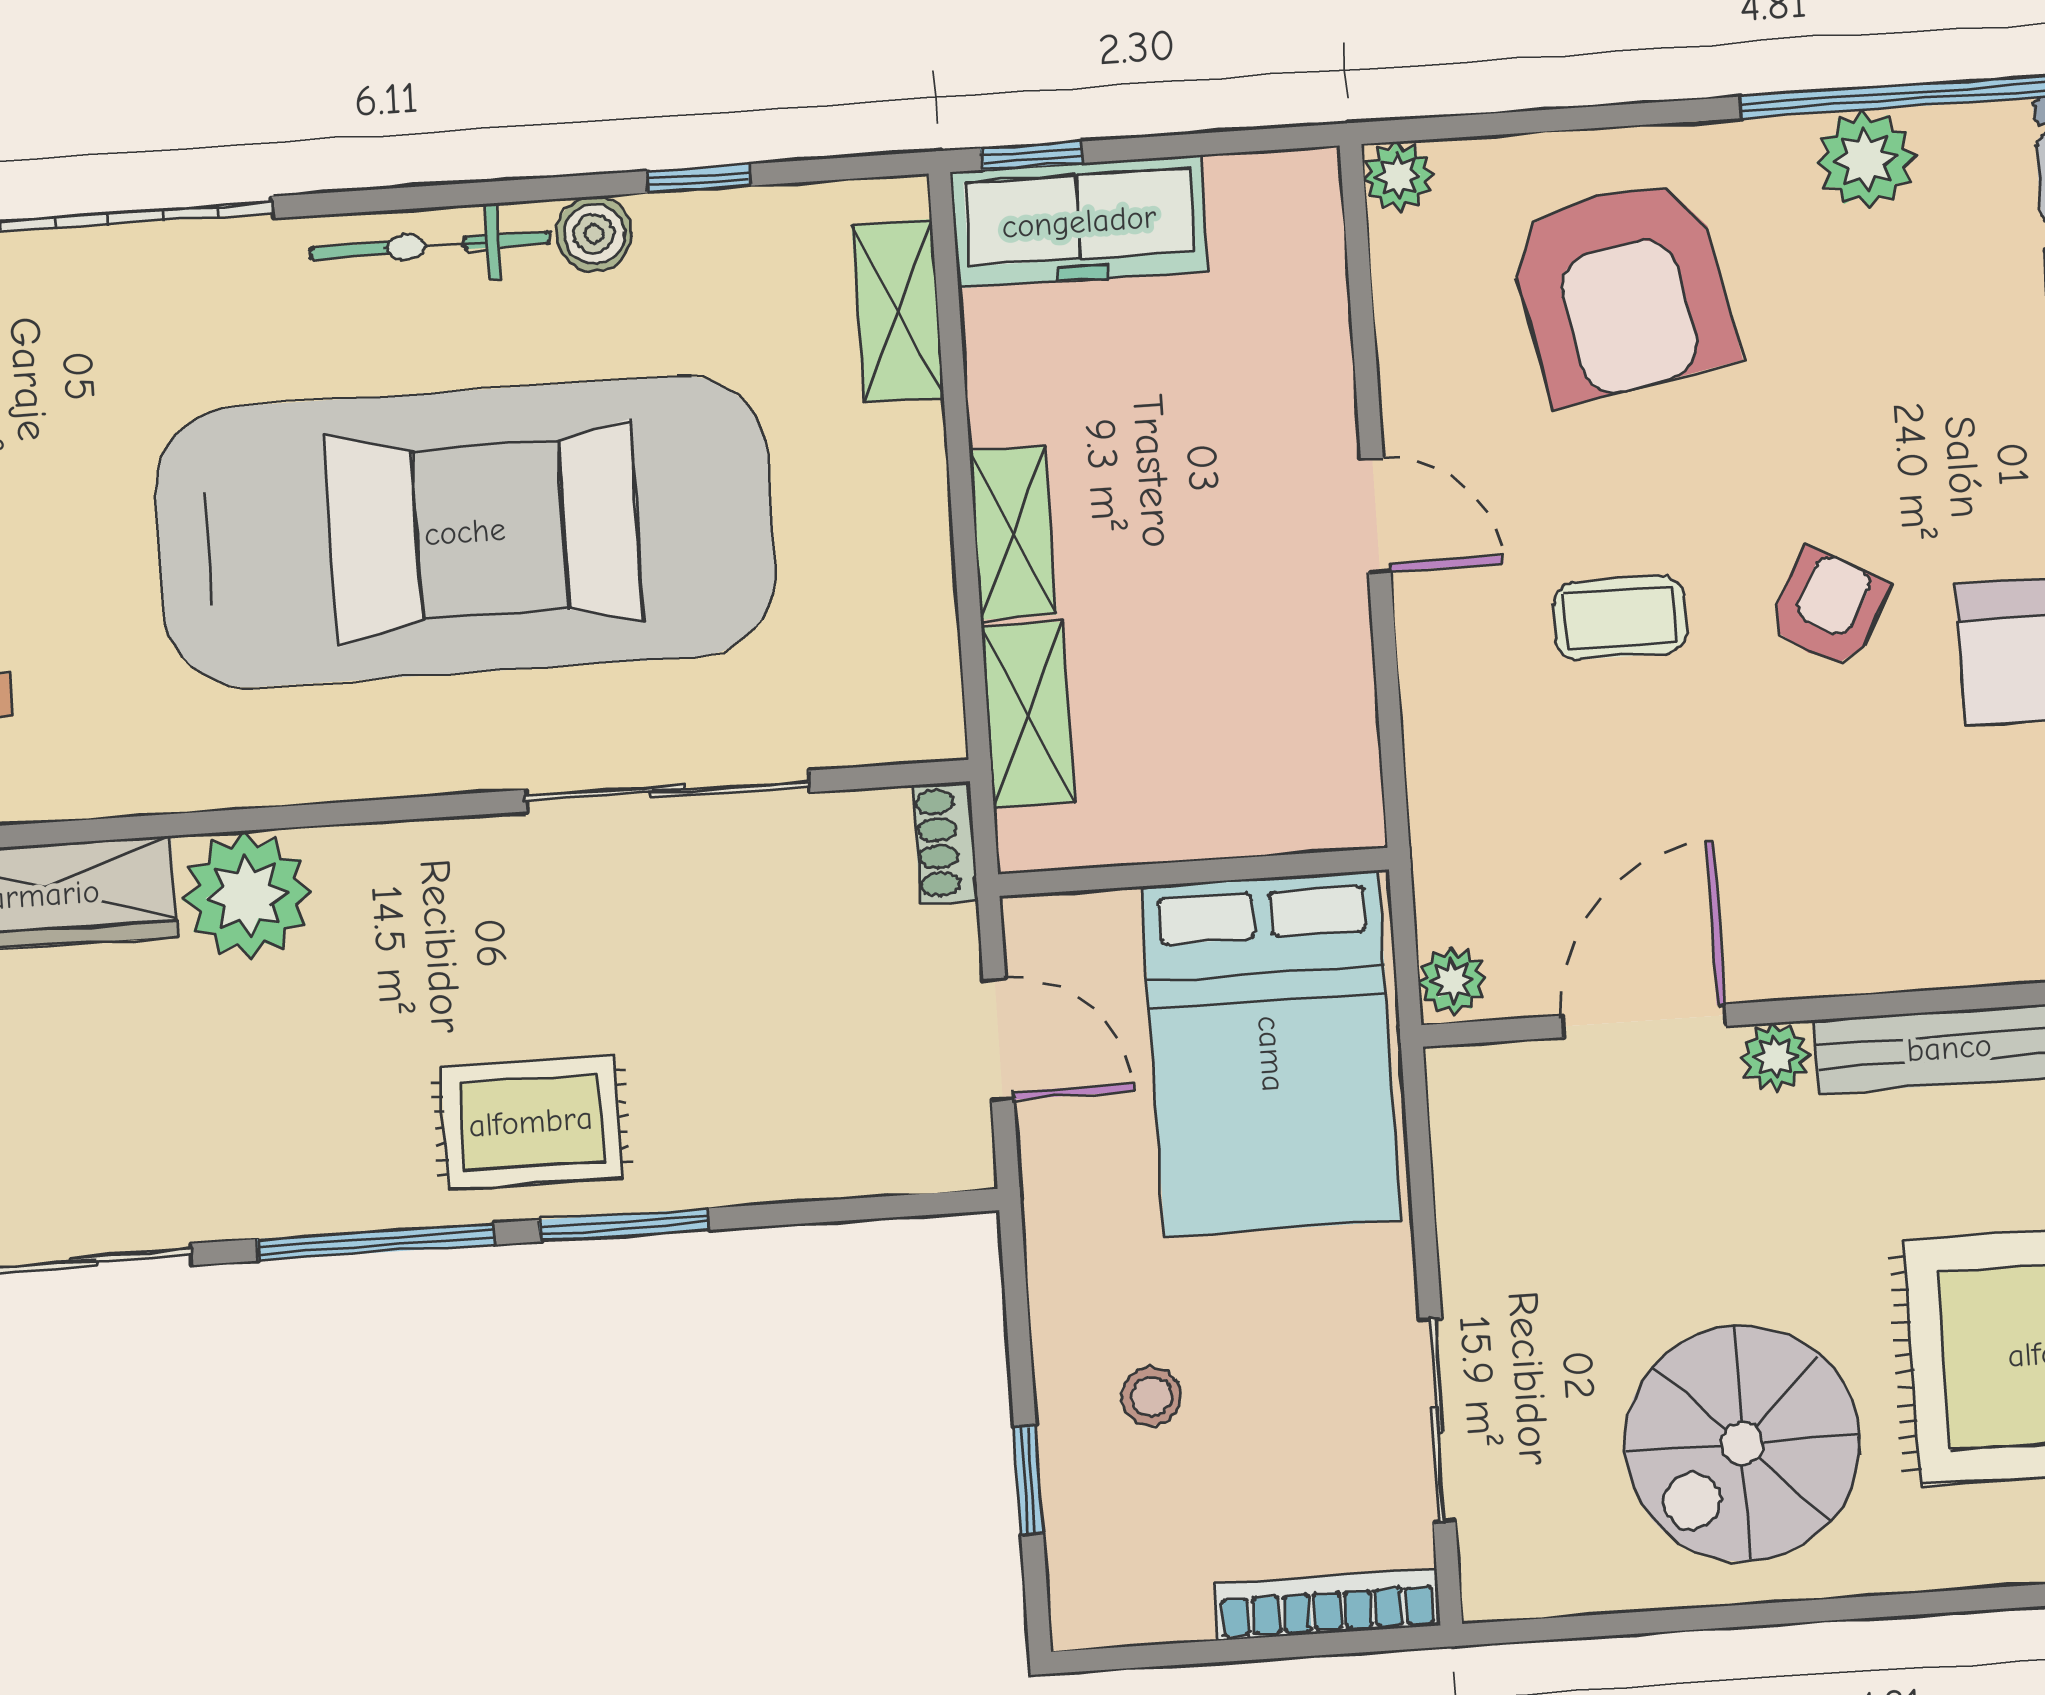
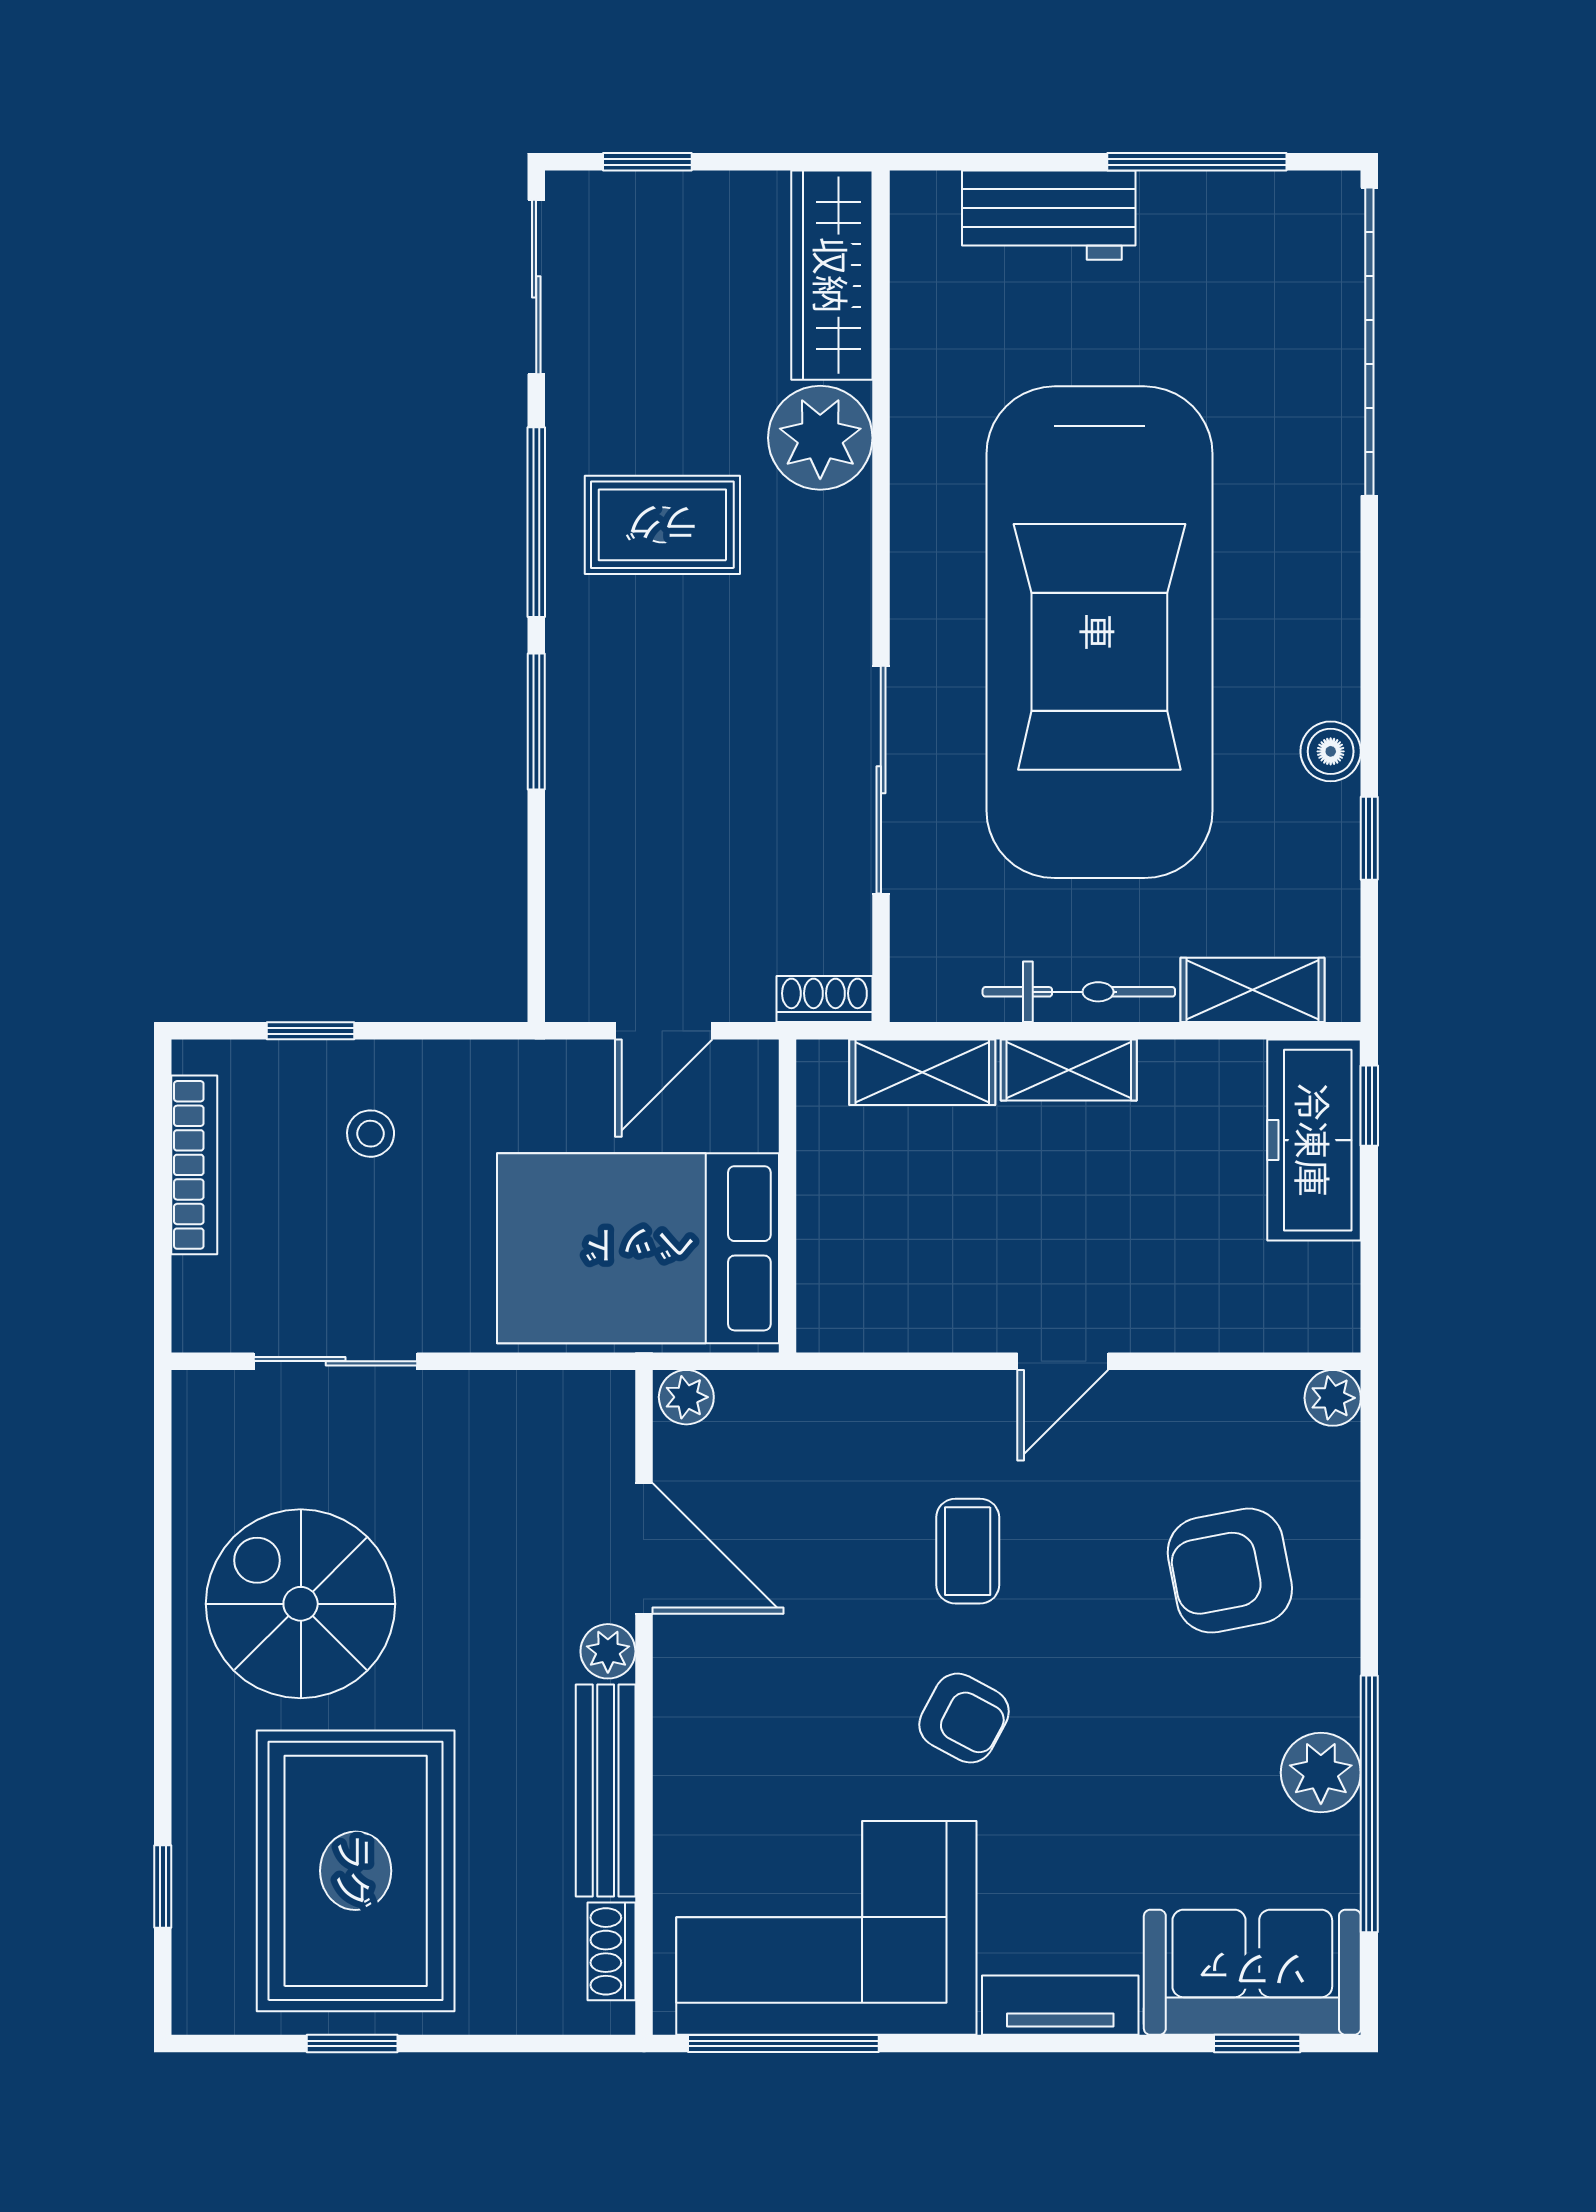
bicycle: (430, 246) -> (1079, 992), moved, turned 90
armchair: (1622, 290) -> (1230, 1571), width x0.73, depth x0.73
rug: (531, 1122) -> (662, 525), moved, turned 90
bookcase: (1327, 1605) -> (194, 1165), moved

